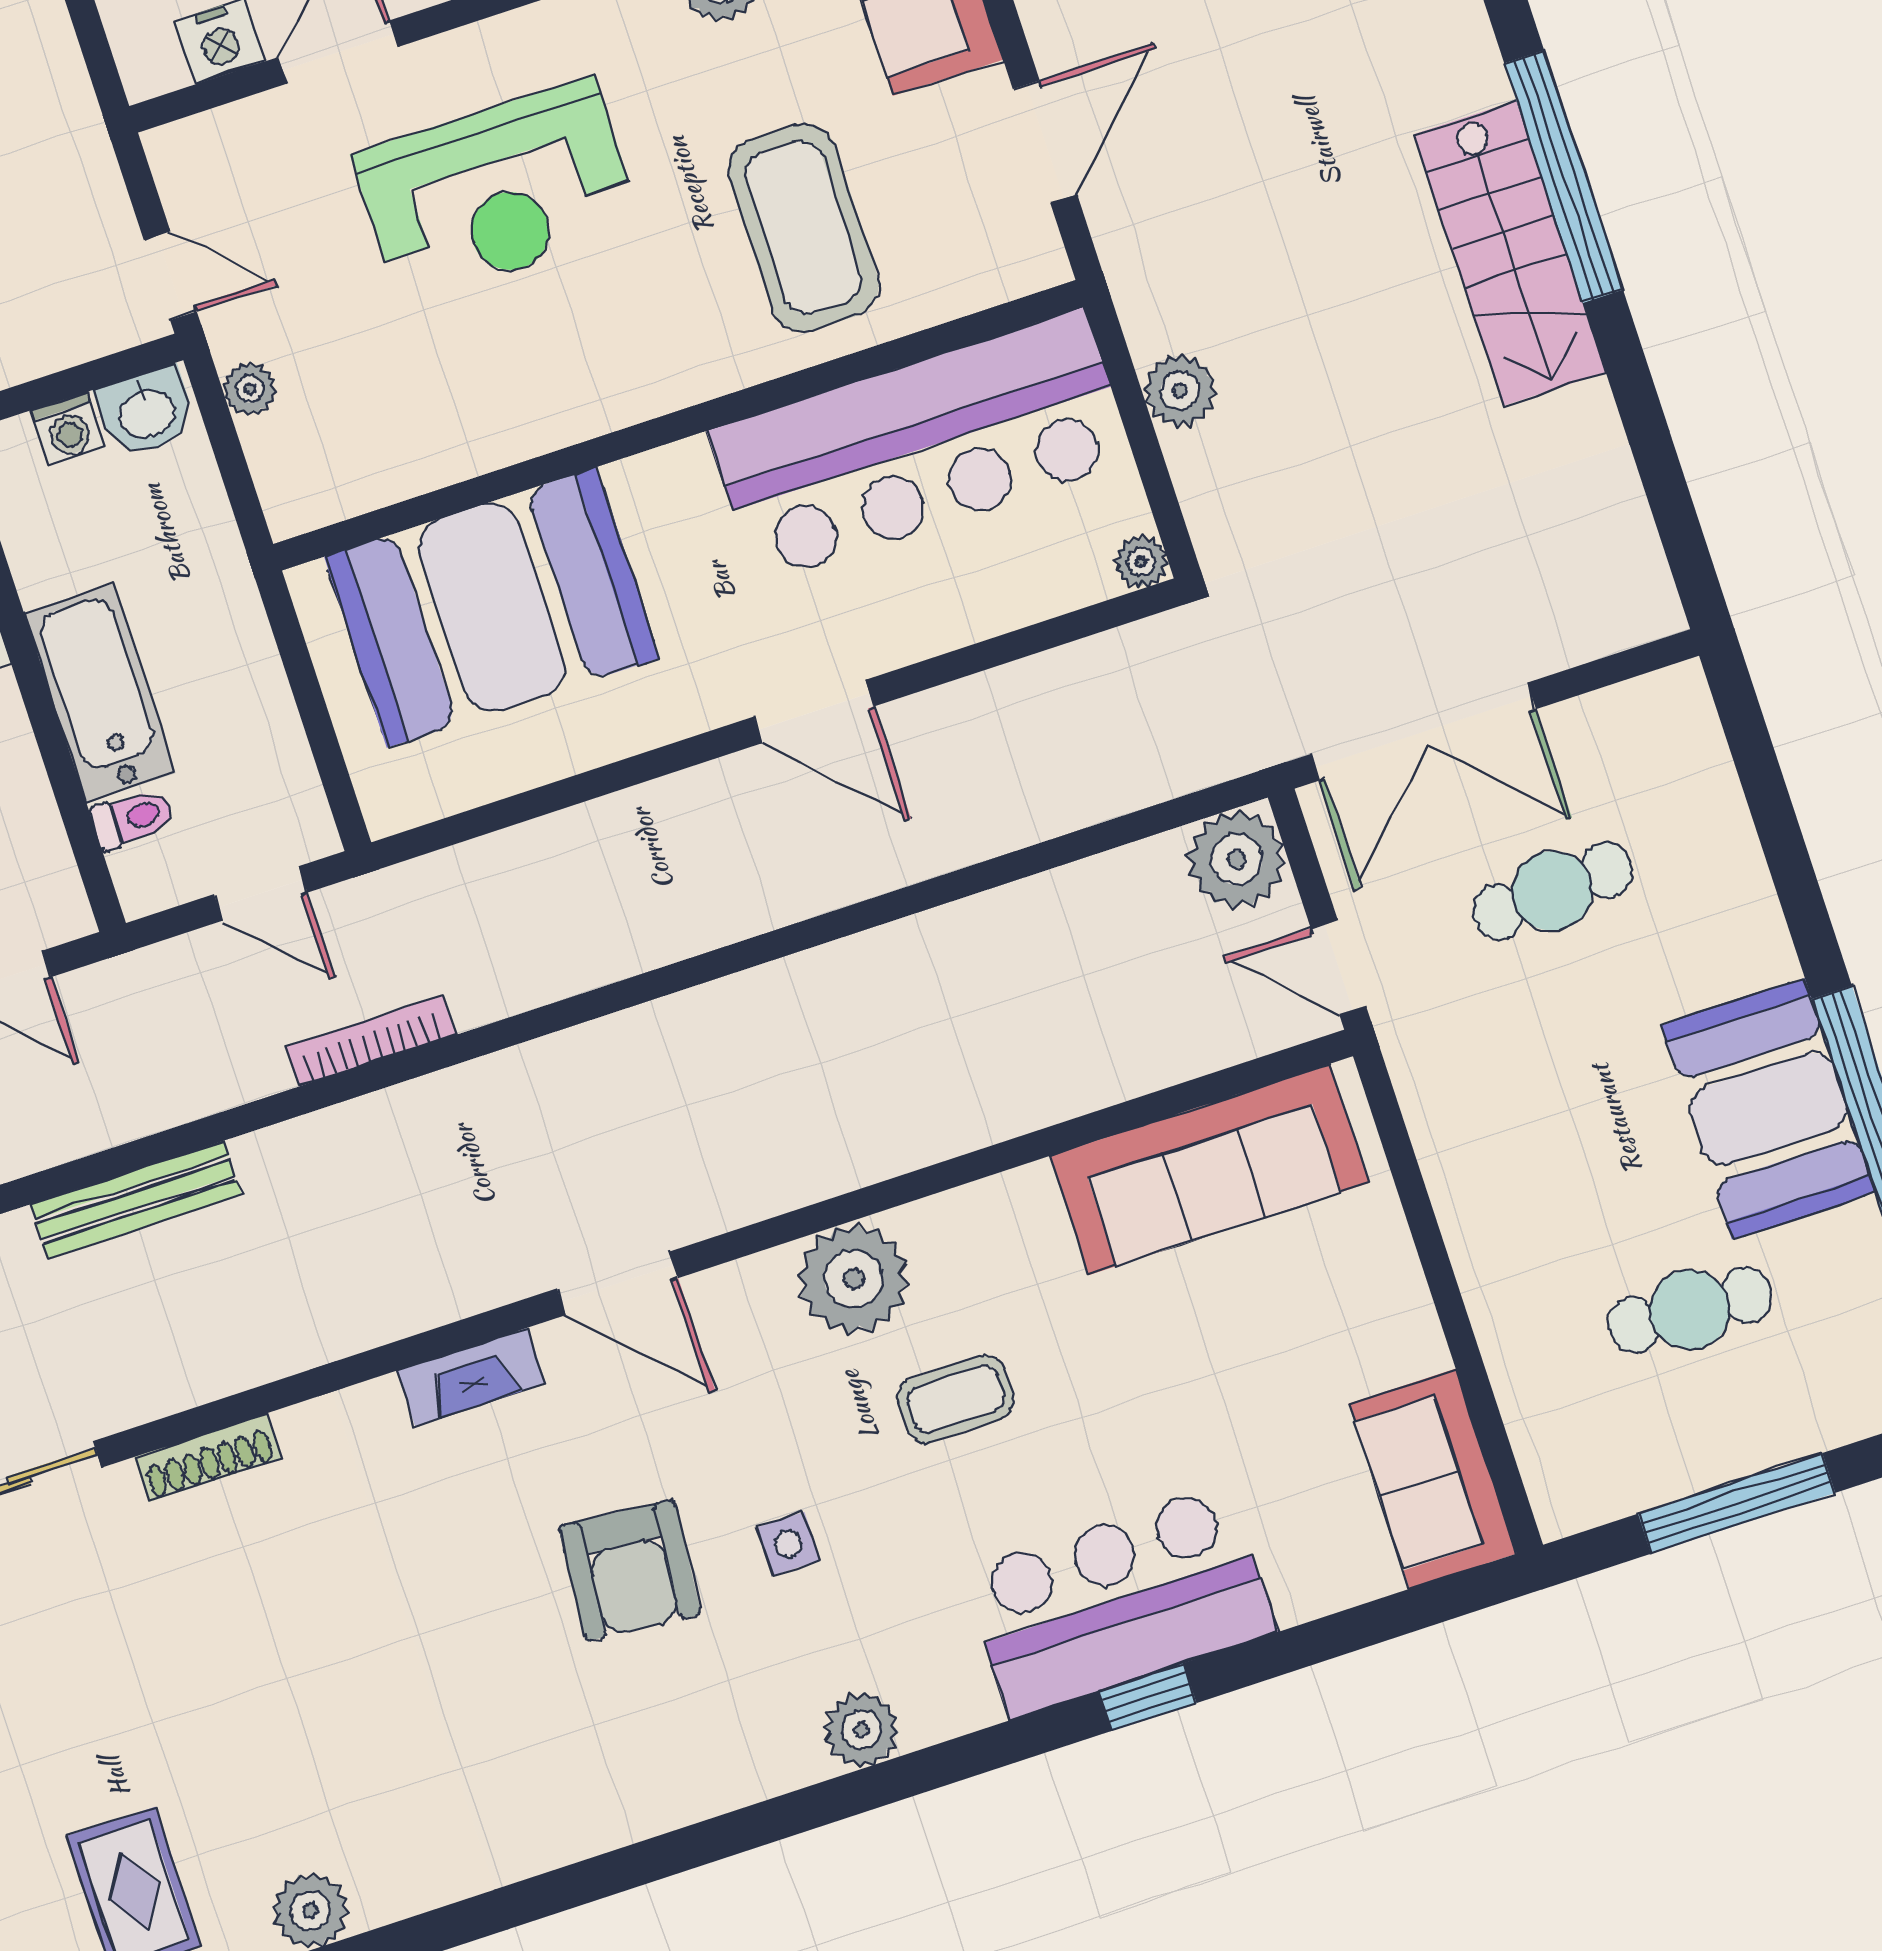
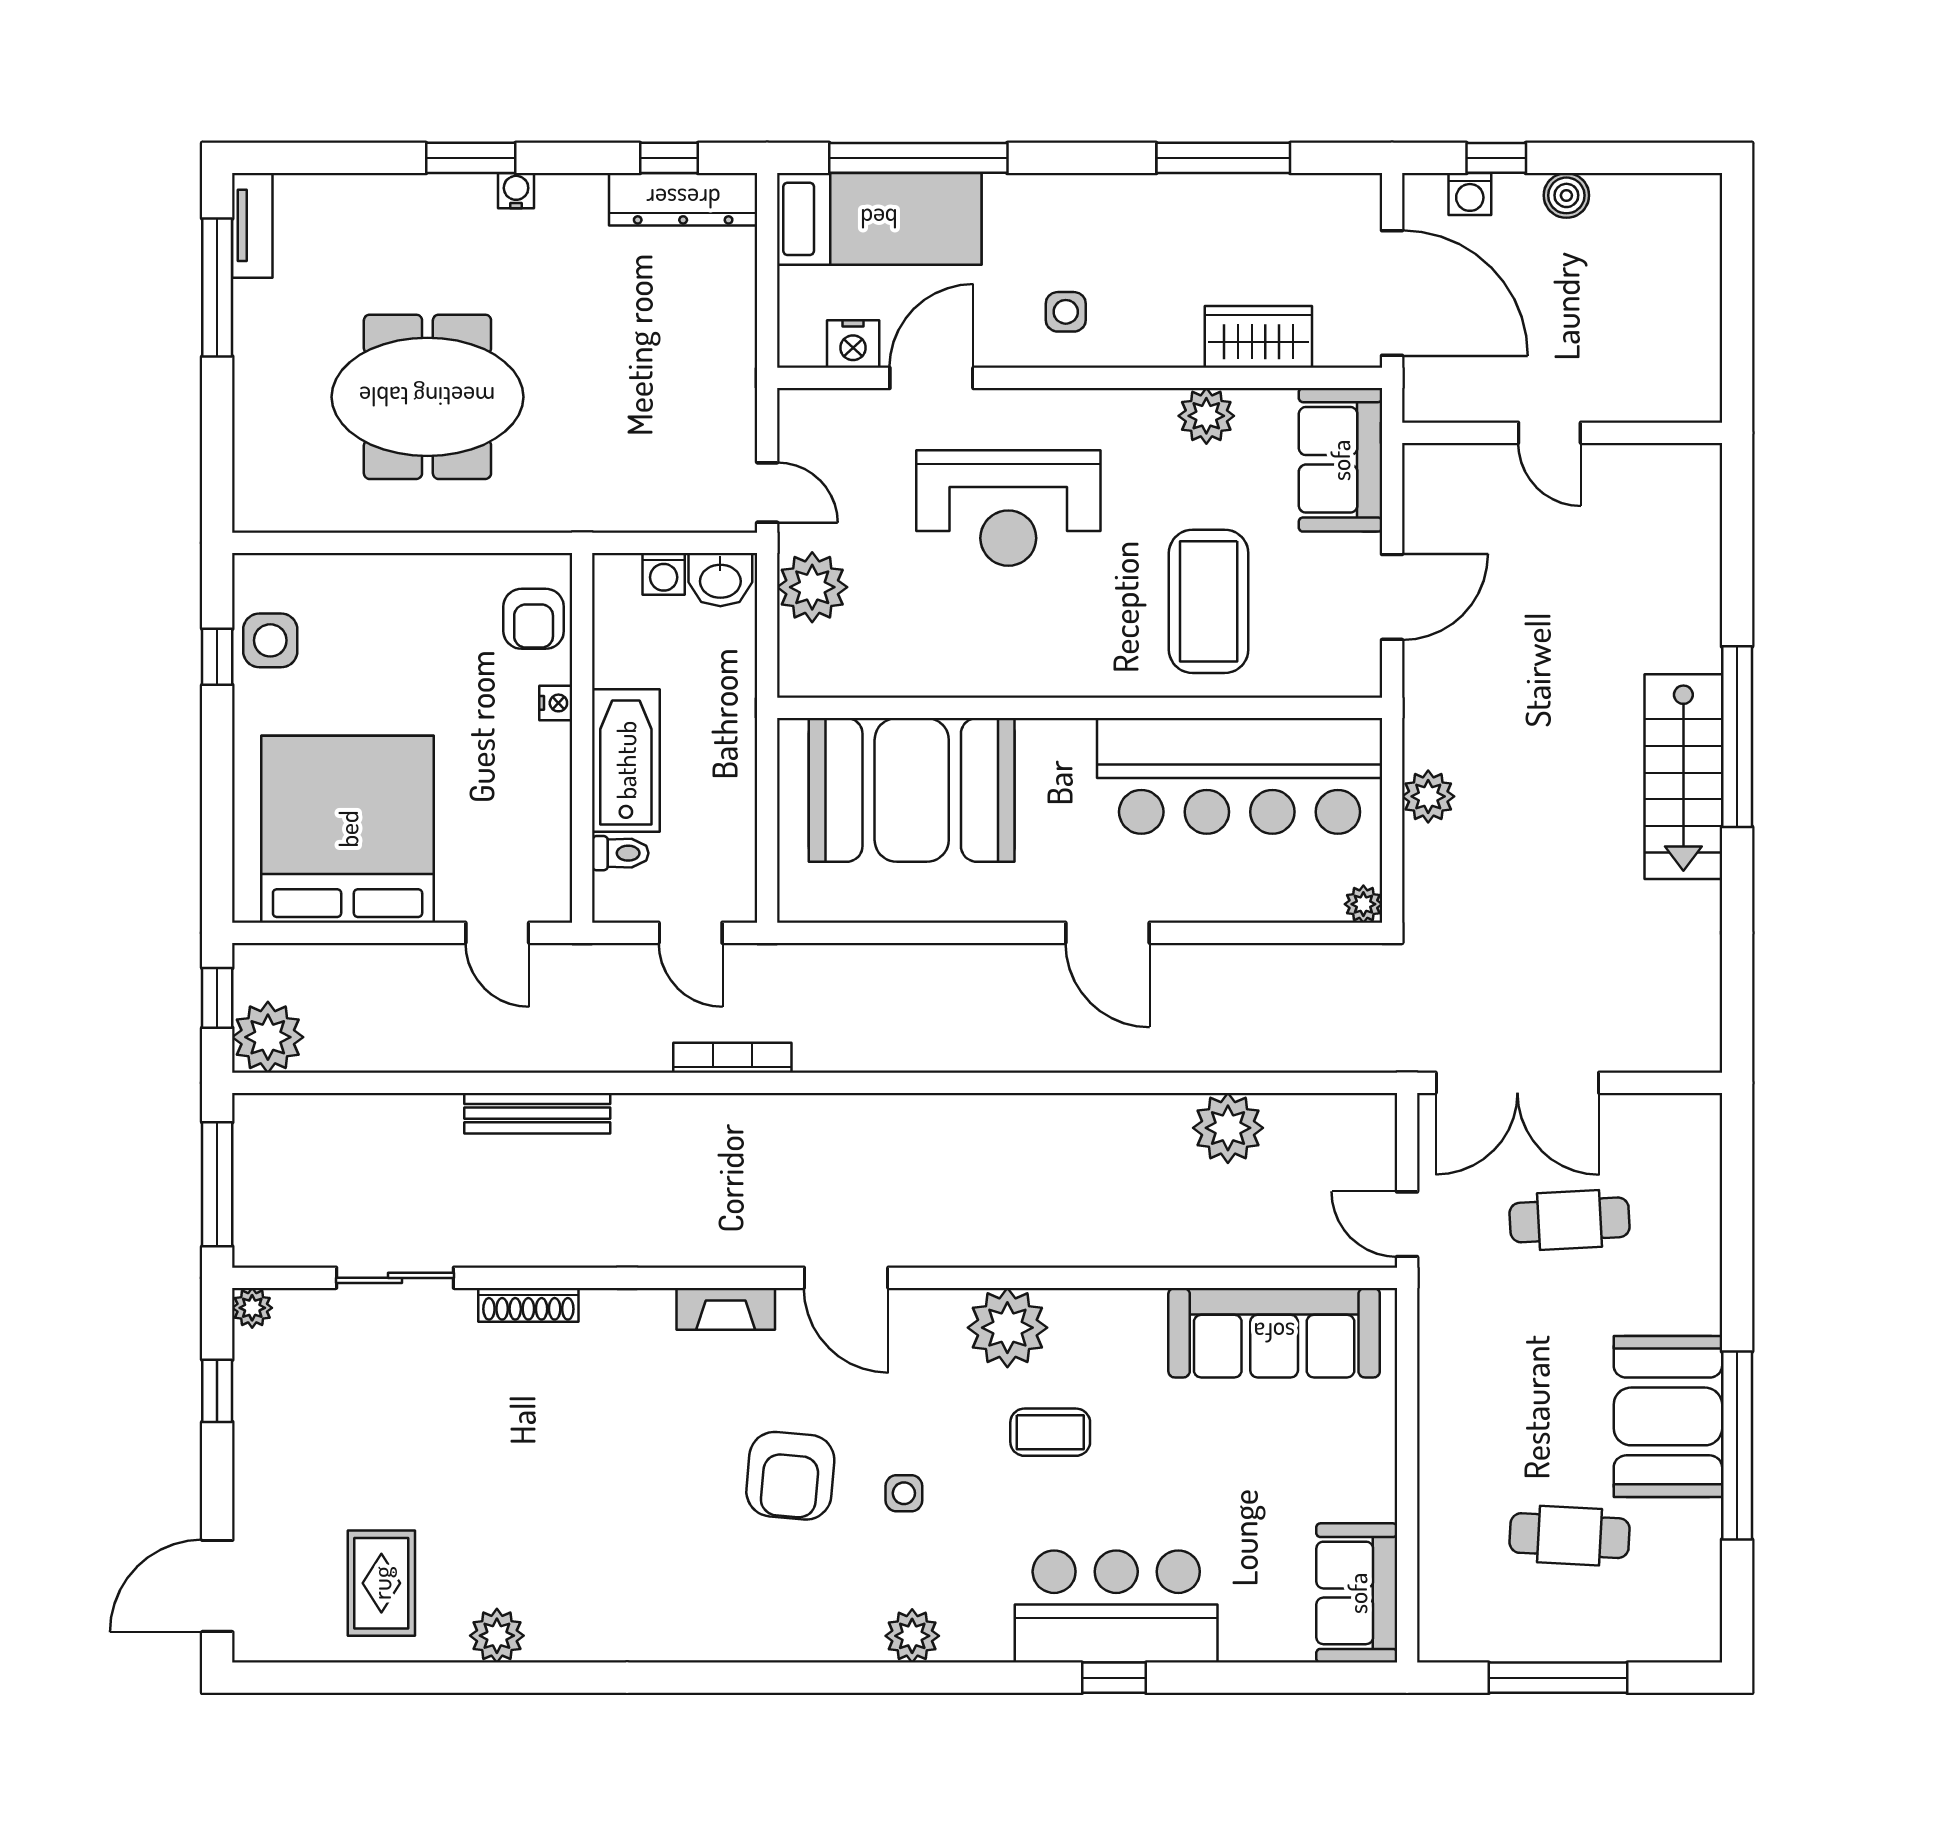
plant: (250, 389) -> (812, 587), width x1.88, depth x1.88
plant: (1237, 859) -> (1228, 1128), moved

